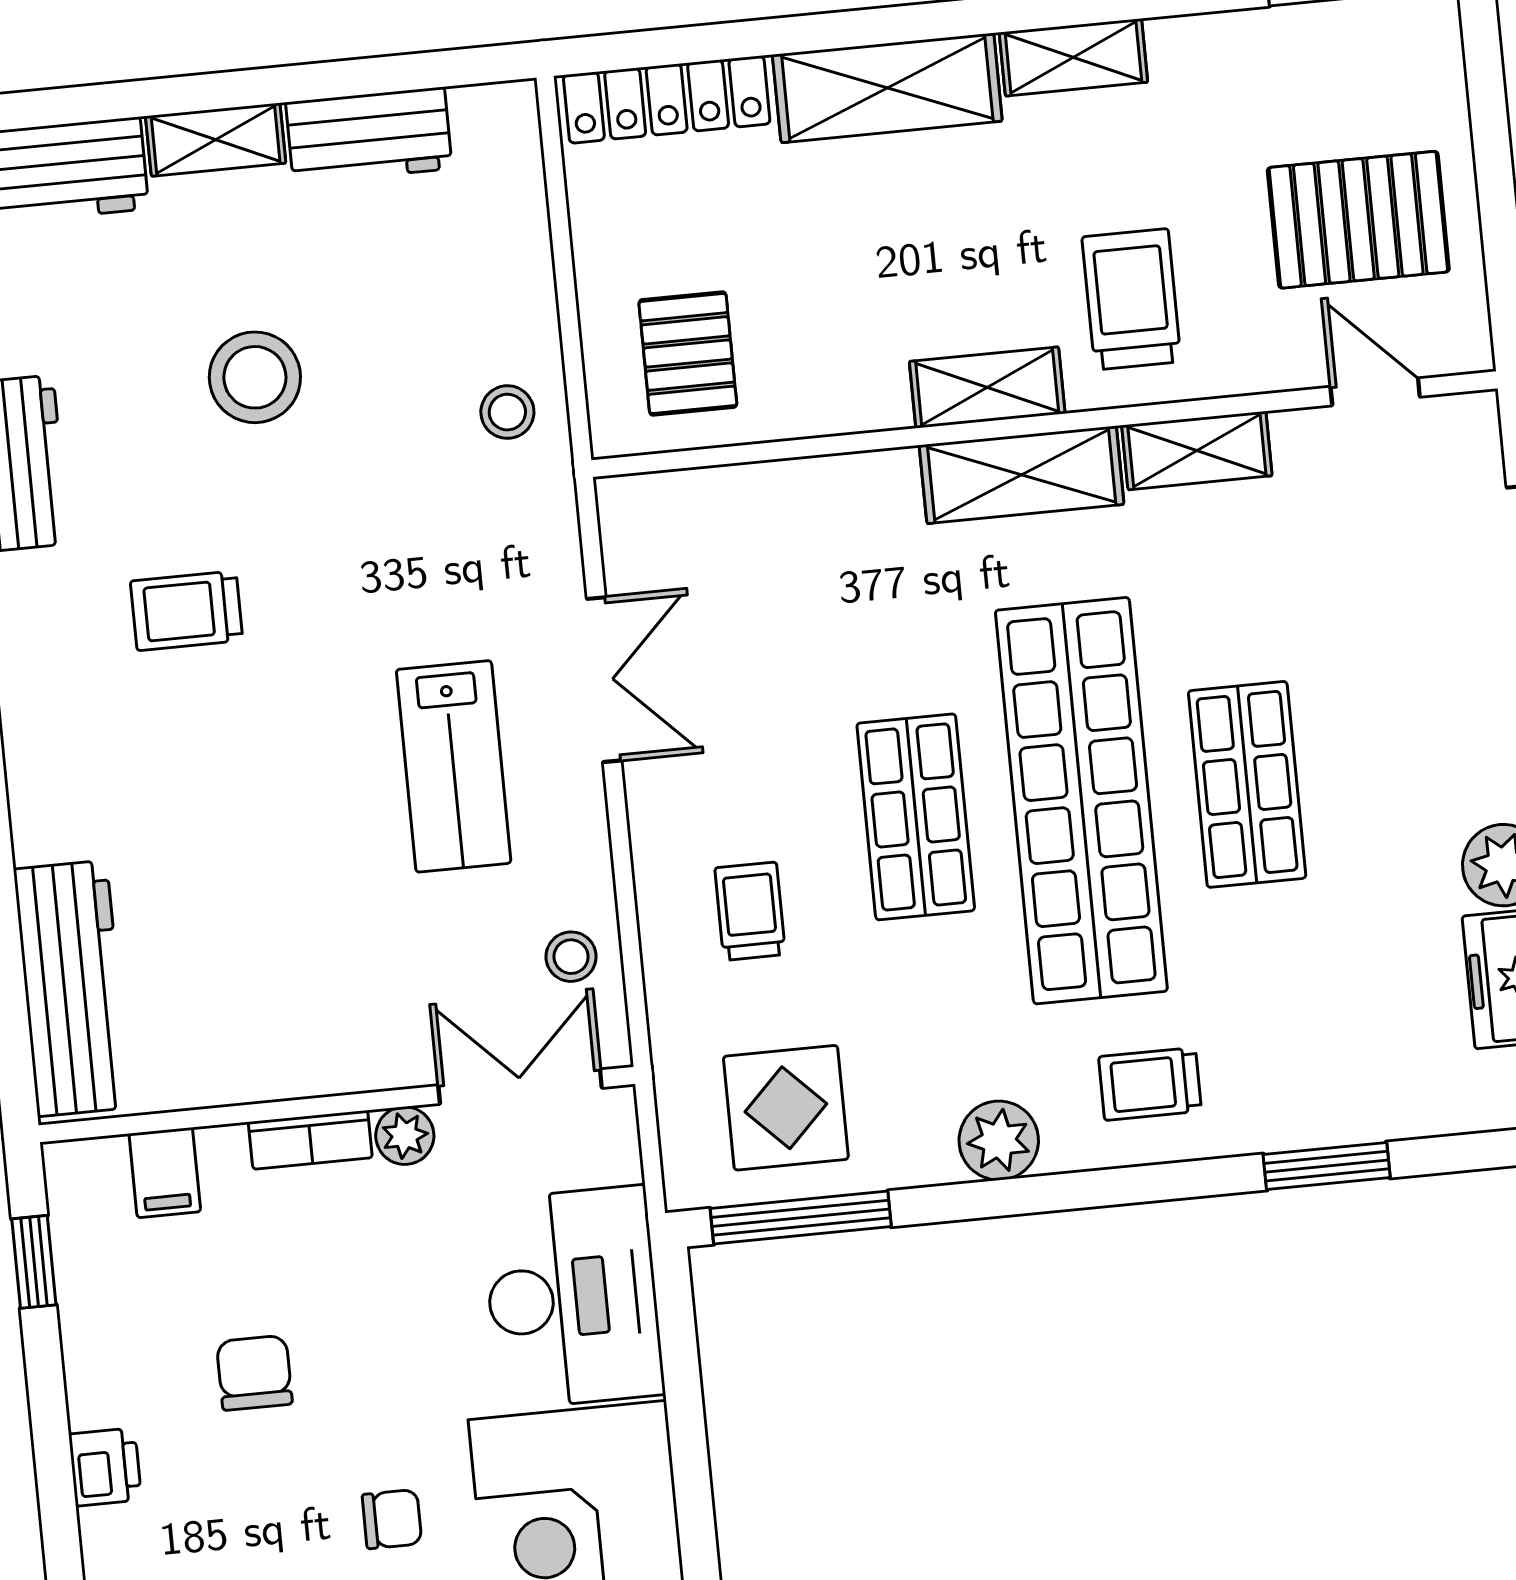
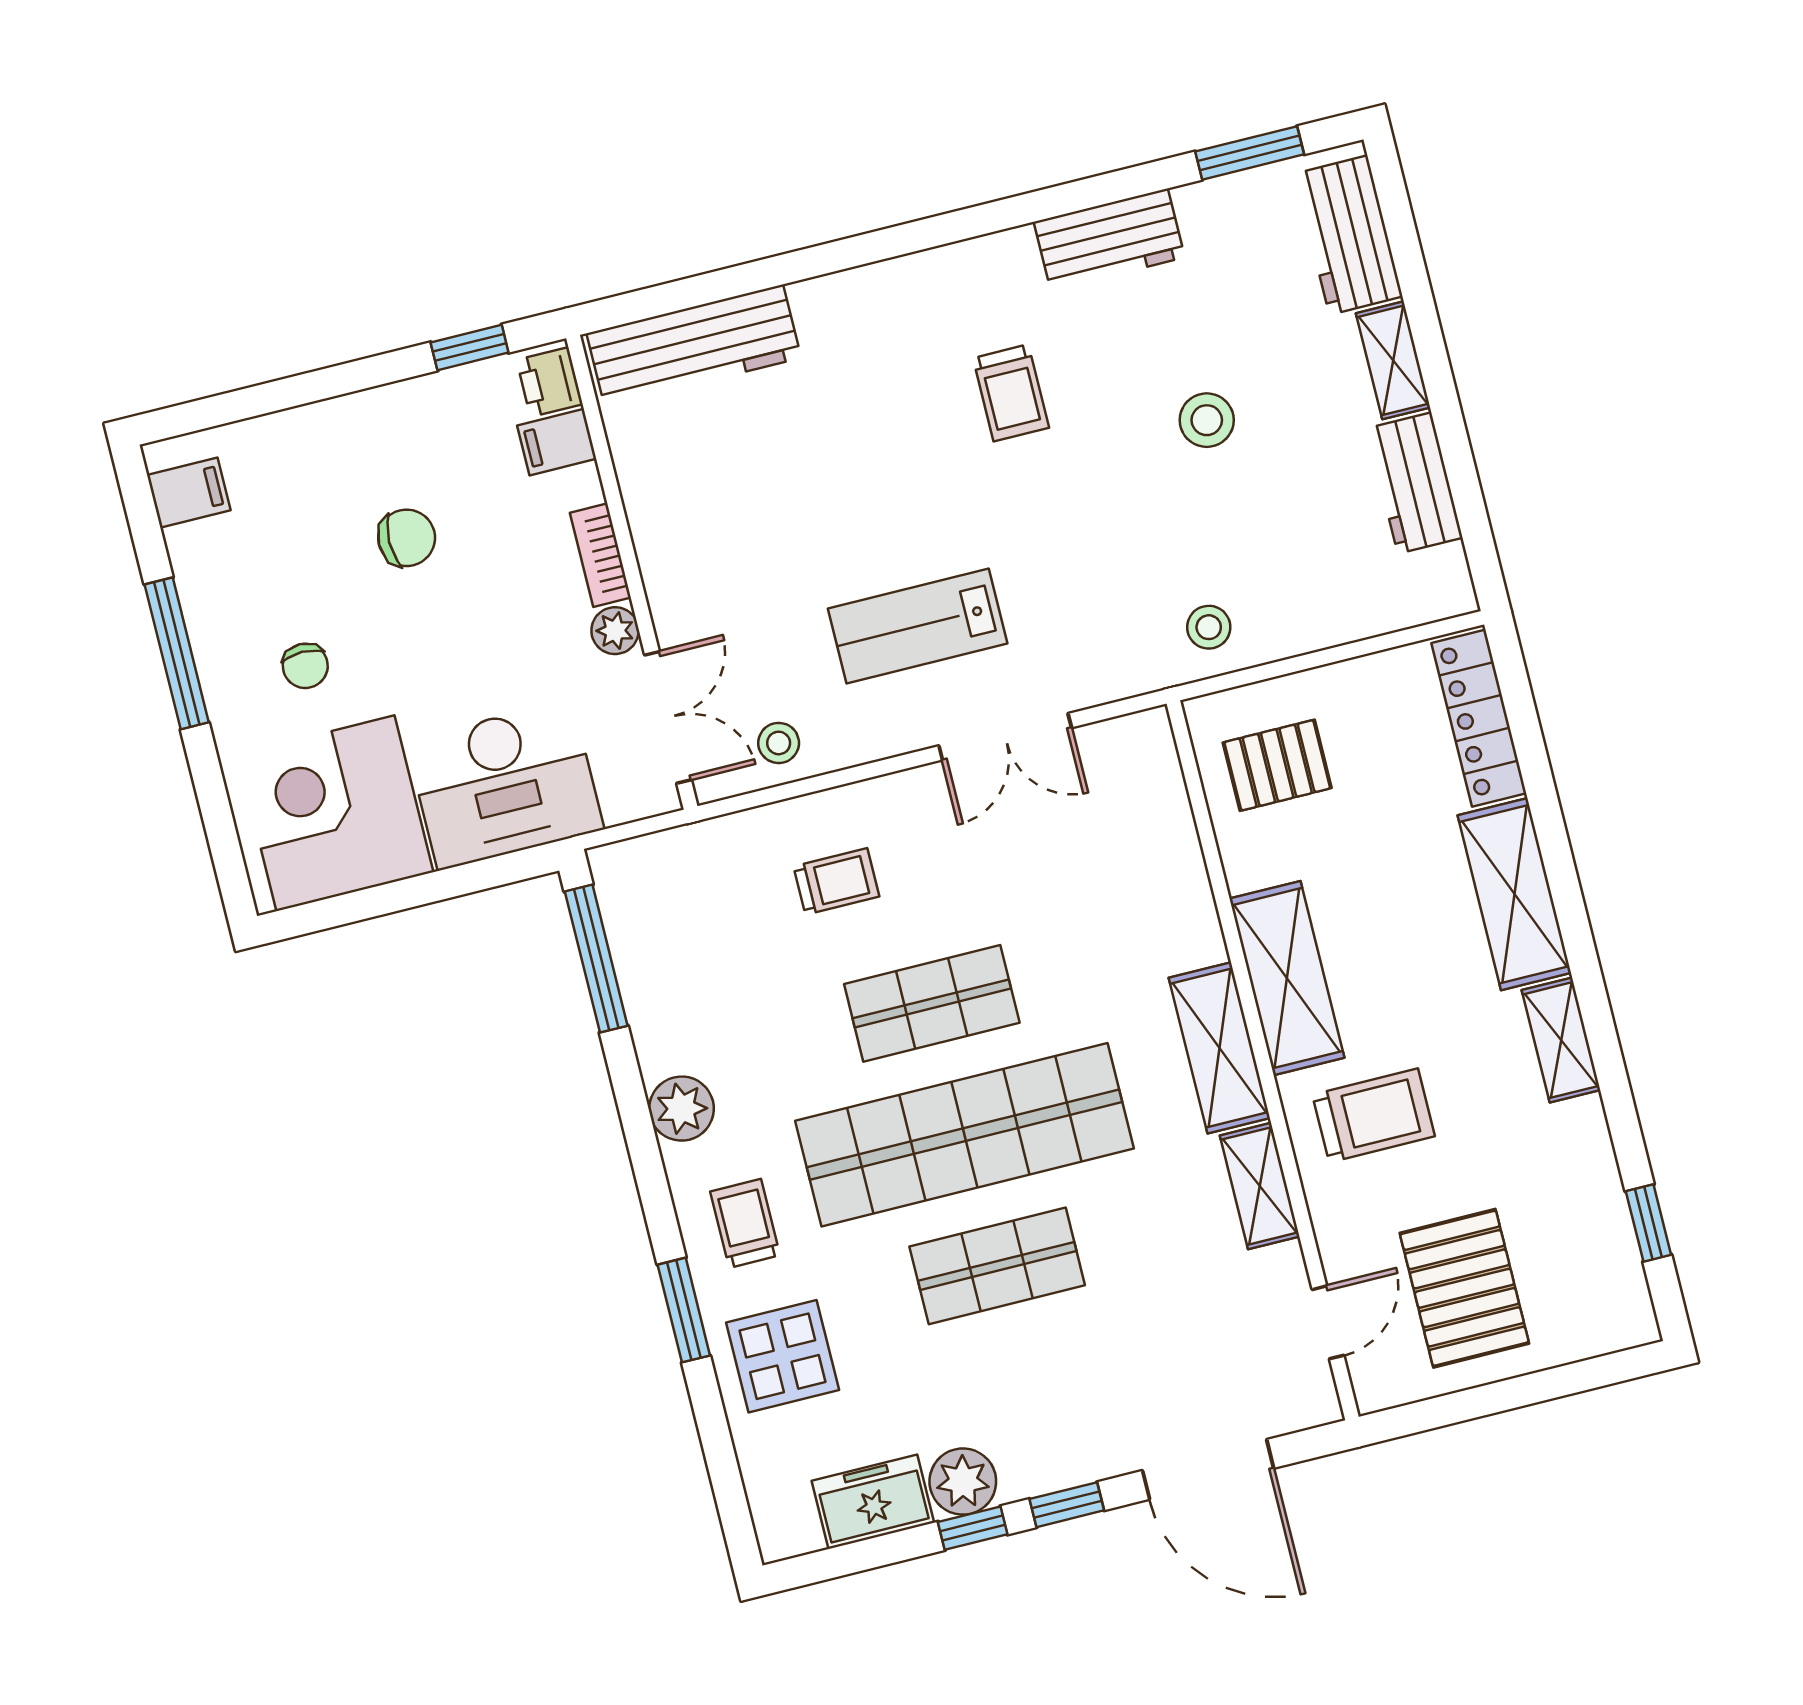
stool: (255, 377) -> (1207, 420), width x0.73, depth x0.73
shelving: (987, 387) -> (1287, 978), width x1.50, depth x1.33
trolley: (187, 611) -> (1011, 393), turned 180
display table: (786, 1108) -> (783, 1356), moved
window: (1327, 1166) -> (684, 1310), moved
printer: (105, 1467) -> (550, 382), moved, turned 90

